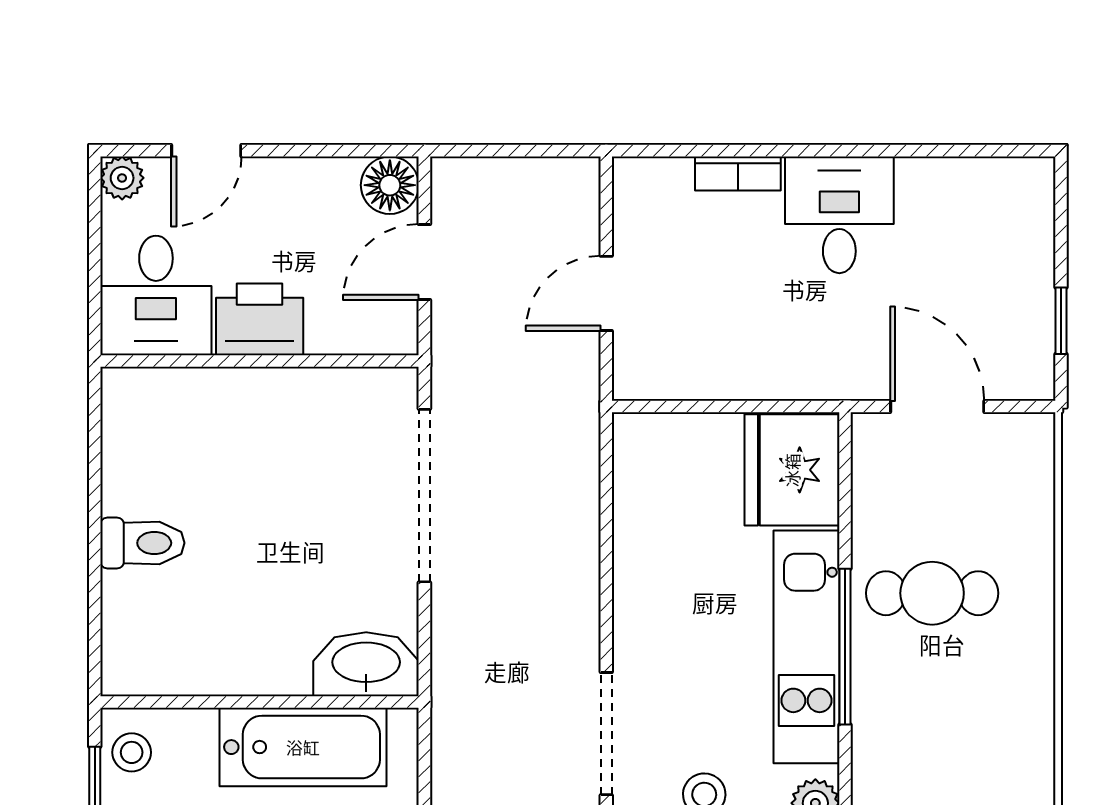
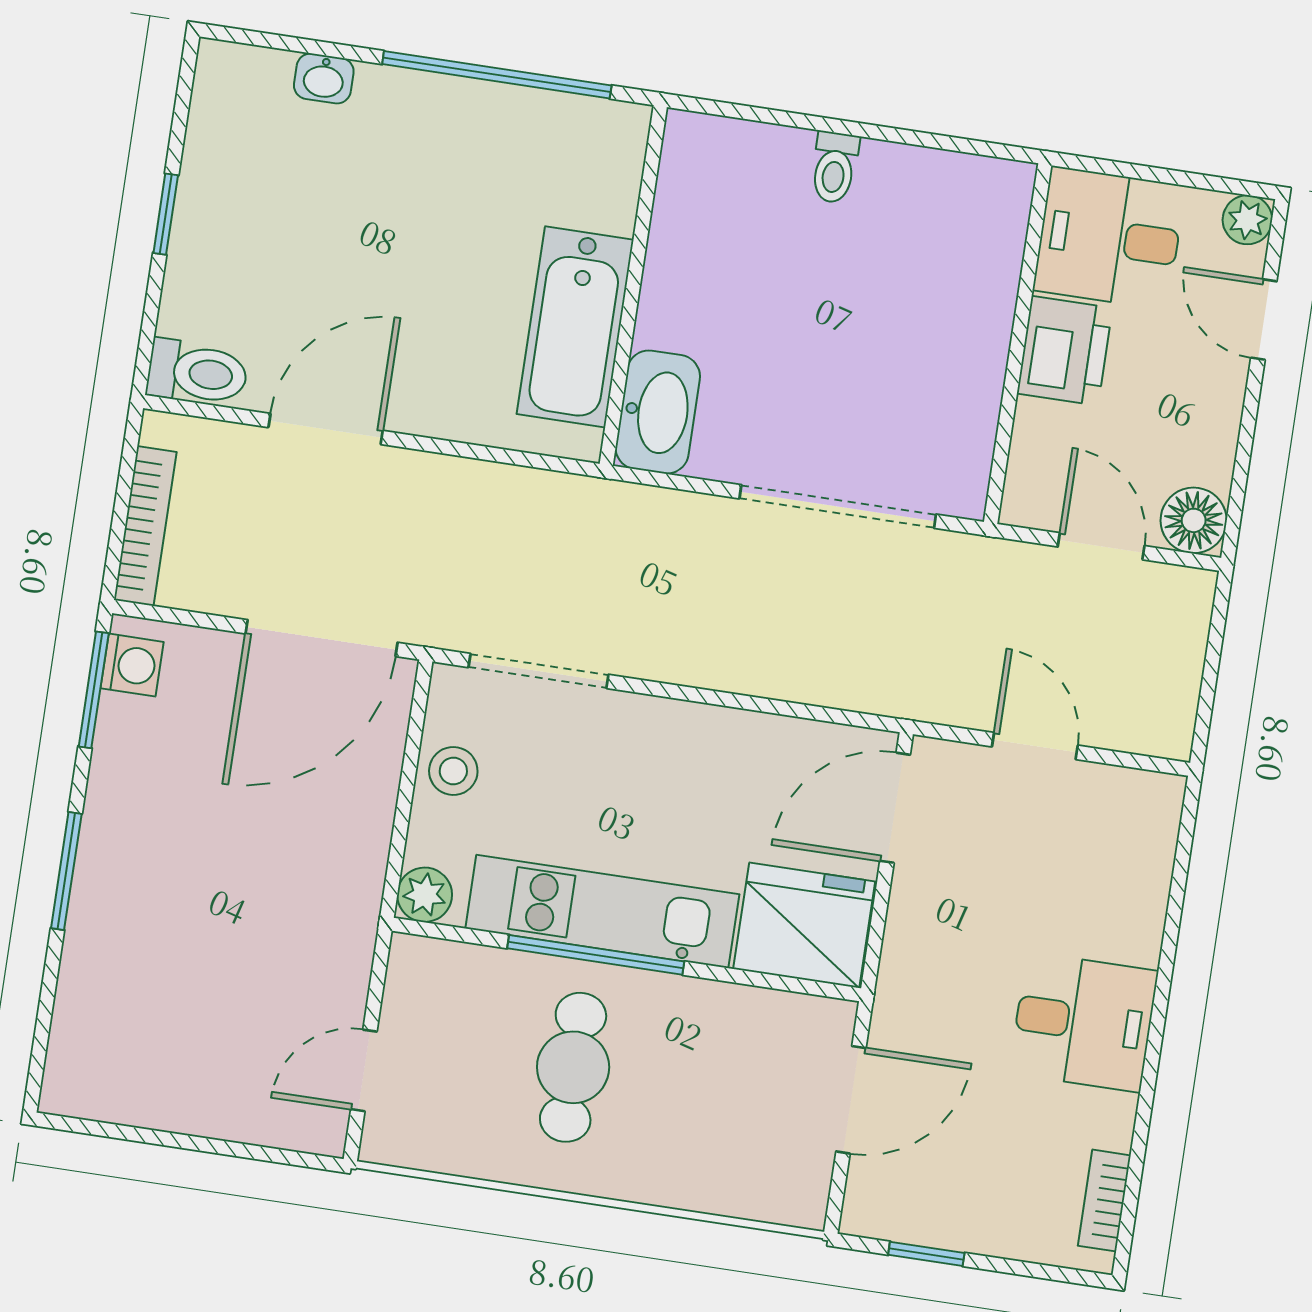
bookcase: (738, 173) -> (1104, 1201), moved
door: (678, 406) -> (895, 808), added
toilet: (142, 543) -> (834, 167), width x0.73, depth x0.72
cafe table: (932, 593) -> (573, 1067), moved
stool: (132, 752) -> (598, 133), removed

